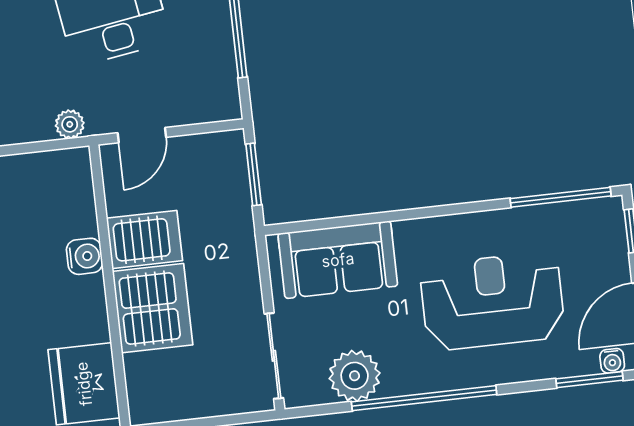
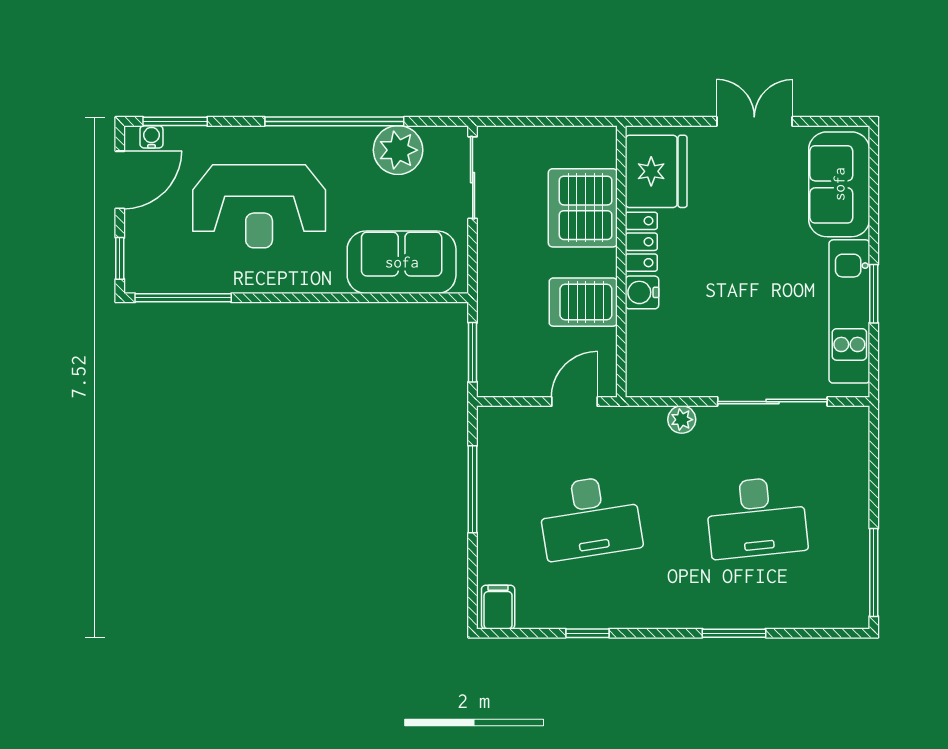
plant: (70, 124) -> (682, 420), moved
server rack: (153, 308) -> (583, 208), moved
locker: (91, 309) -> (641, 242), added

